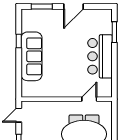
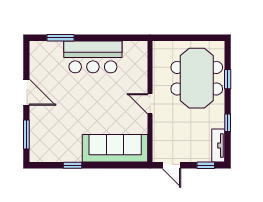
sofa: (31, 56) -> (115, 148), moved
door: (89, 99) -> (150, 104), moved

